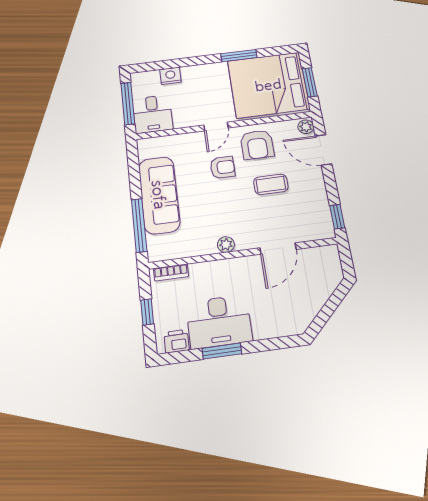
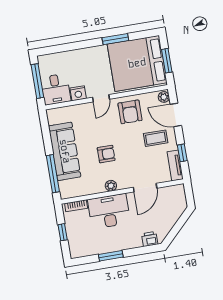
nightstand: (170, 76) -> (78, 93), moved, turned 180
armchair: (222, 167) -> (106, 154), moved
coffee table: (271, 184) -> (156, 138), moved
window: (337, 217) -> (182, 153), moved
tv unit: (324, 218) -> (175, 165), added
desk: (219, 322) -> (109, 211), moved, turned 180
printer: (176, 341) -> (150, 239), moved

